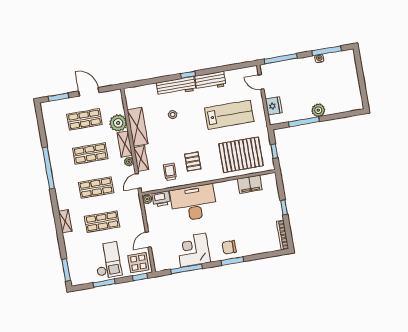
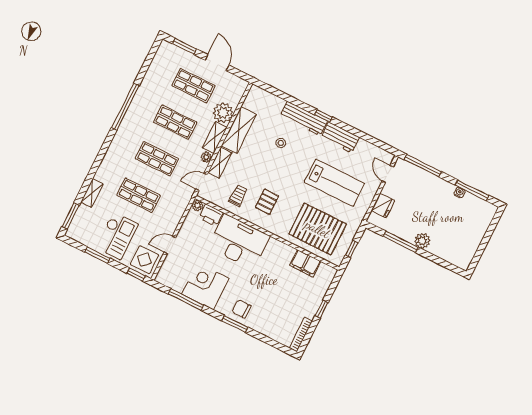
shelving: (65, 221) -> (92, 193), moved

